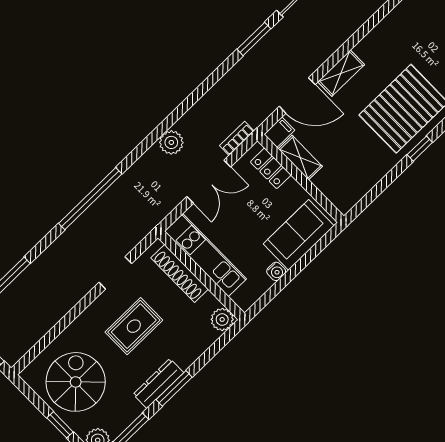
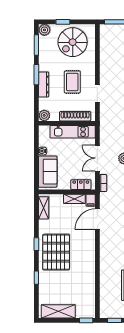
shelving: (341, 73) -> (44, 208), moved
spiral stairs: (76, 382) -> (73, 42), turned 90
dresser: (158, 383) -> (44, 85), moved

